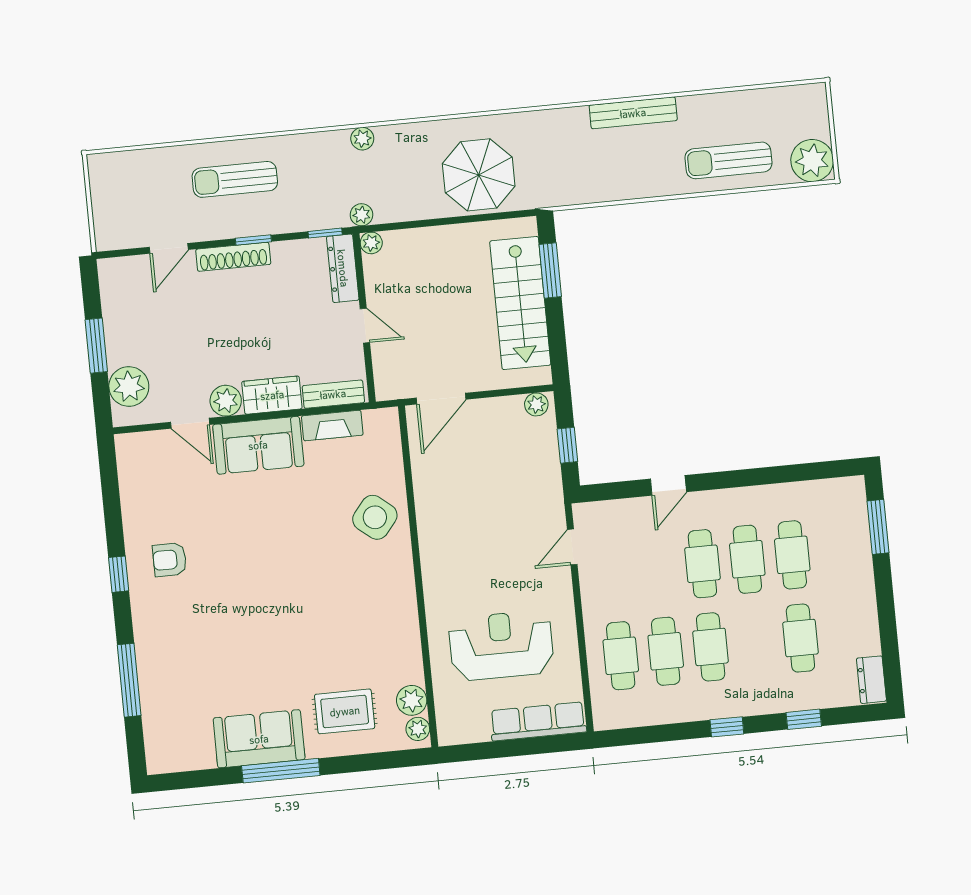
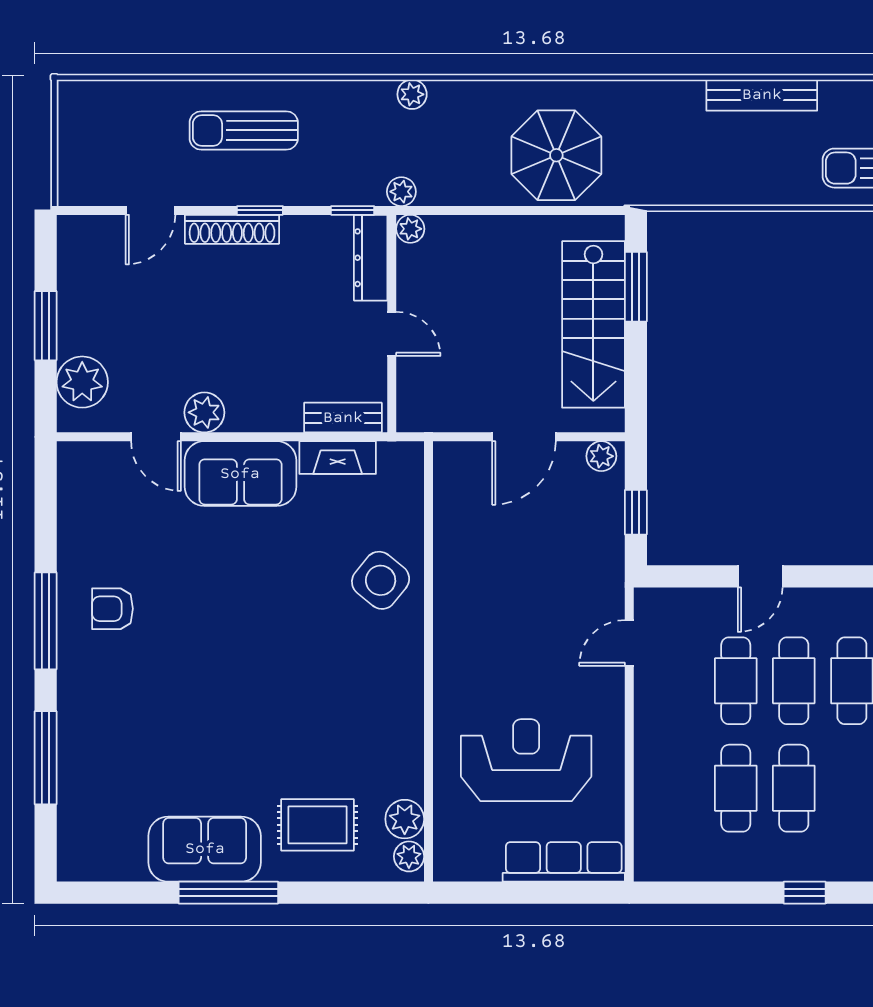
wardrobe: (272, 395) -> (264, 411), removed
door: (441, 399) -> (524, 437), moved
window: (119, 574) -> (46, 621), width x2.17
cafe table: (621, 656) -> (736, 681), moved

